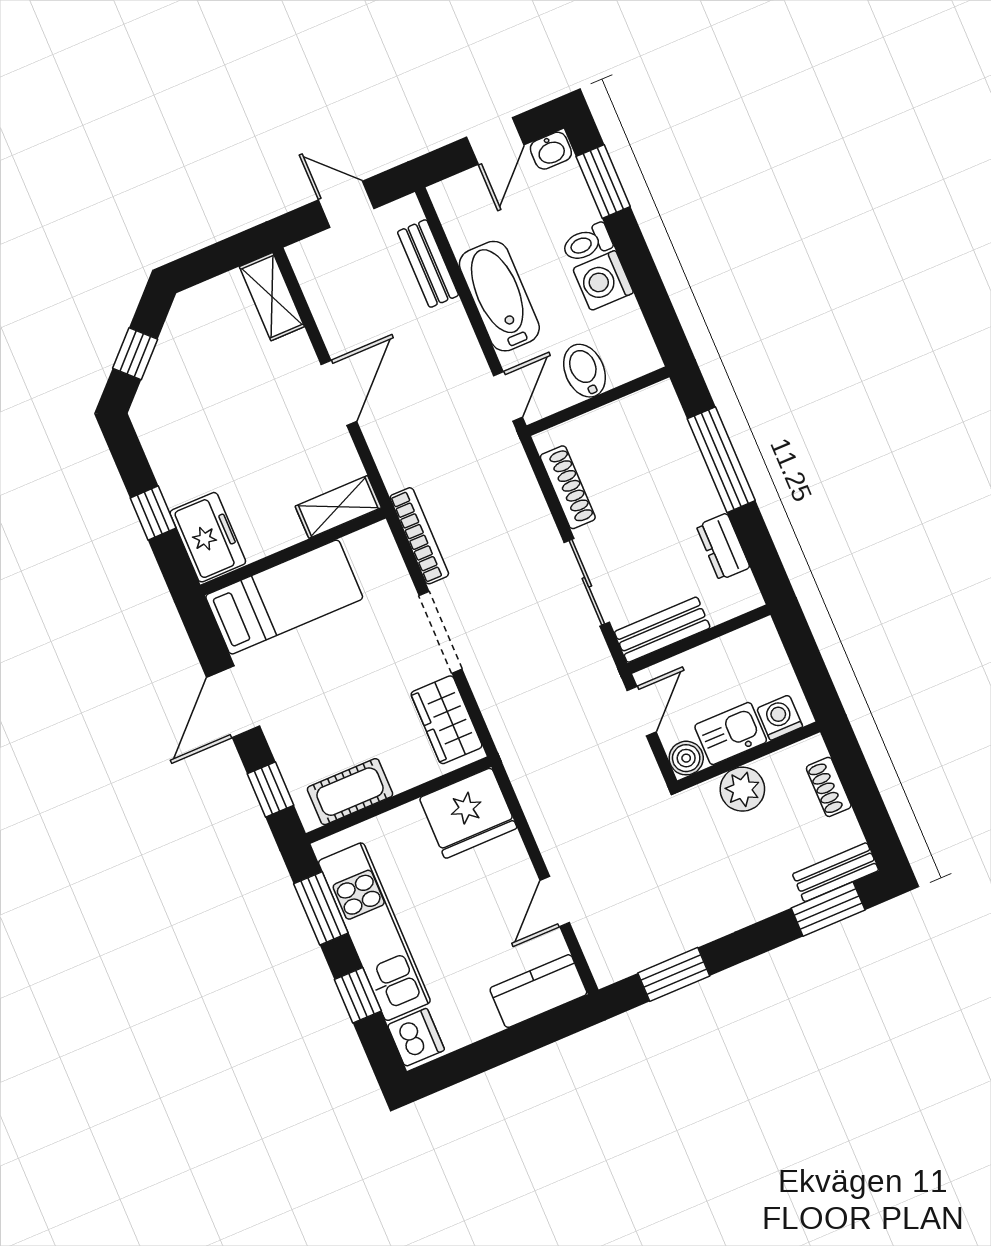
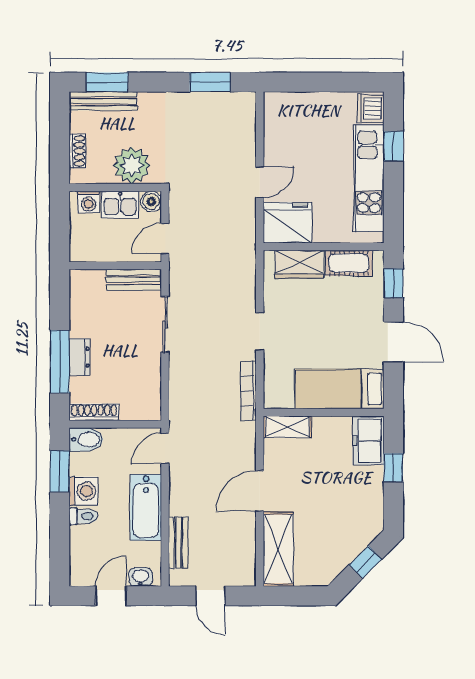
washbasin: (551, 151) -> (141, 577), moved
window: (603, 182) -> (60, 471), moved
shelving: (272, 297) -> (278, 549), width x1.50, depth x1.33
bidet: (585, 371) -> (86, 439), moved, turned -90
shoe rack: (568, 487) -> (94, 412), moved, turned 90
dresser: (723, 547) -> (80, 357), moved
doorway: (440, 632) -> (260, 331), width x0.73
door: (233, 702) -> (393, 342), hinge flipped
wardrobe: (447, 720) -> (299, 264), moved, turned 90
plant: (742, 789) -> (132, 165), width x1.36, depth x1.36
bench: (836, 872) -> (103, 101), width x1.36
door: (555, 902) -> (260, 182), moved
window: (321, 908) -> (393, 204), removed
kitchen counter: (538, 991) -> (290, 105), removed

